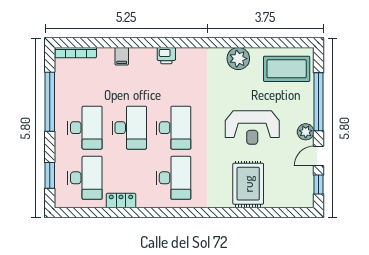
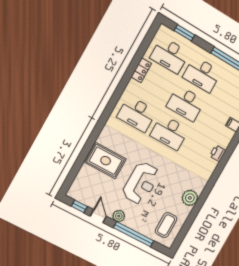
coffee table: (287, 69) -> (166, 225), width x0.73, depth x0.76
reception desk: (252, 127) -> (141, 183), turned 180

